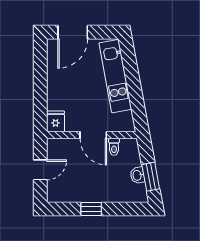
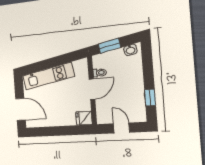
washbasin: (137, 175) -> (130, 50), moved
window: (151, 177) -> (109, 46), moved
window: (91, 209) -> (150, 98), moved

